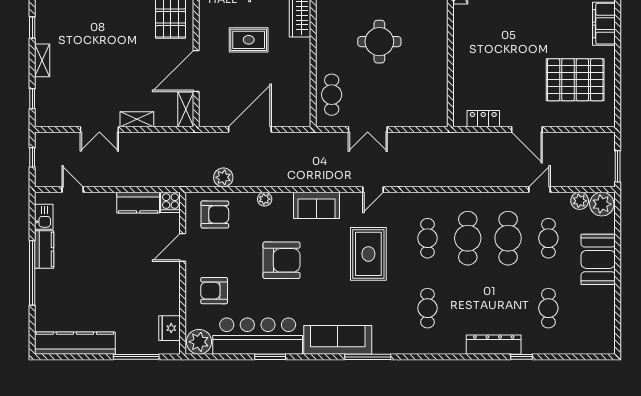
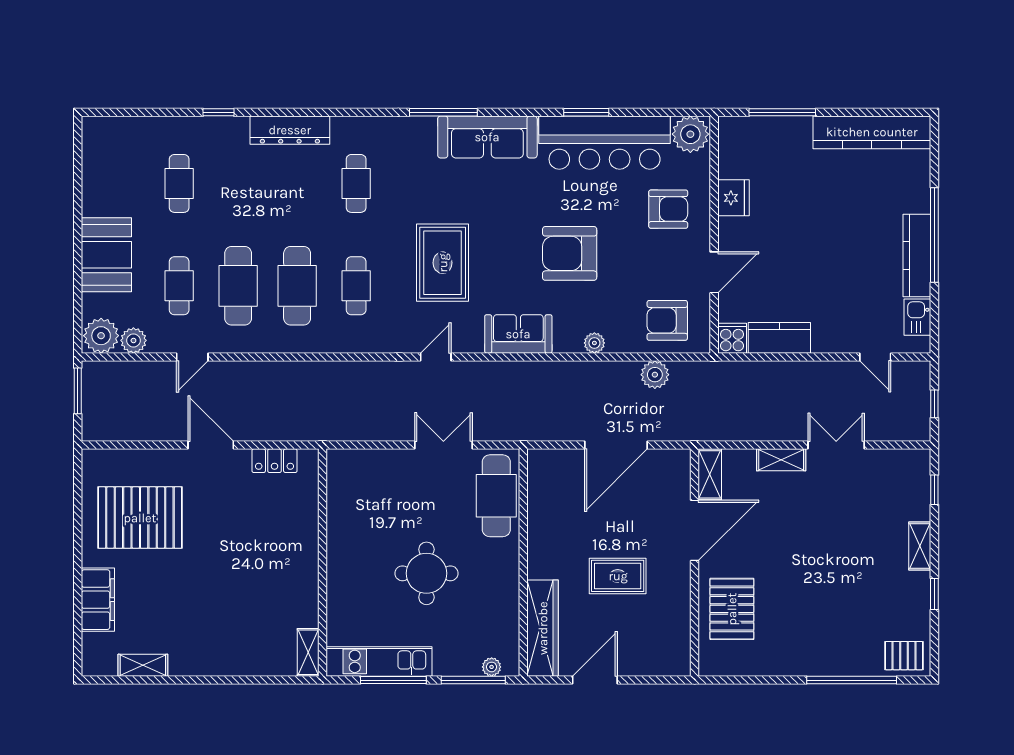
cafe table: (332, 95) -> (496, 496), width x1.37, depth x1.35
kitchen counter: (44, 249) -> (917, 255), width x1.50
fridge: (170, 328) -> (733, 198), moved
dresser: (494, 345) -> (290, 130), moved

